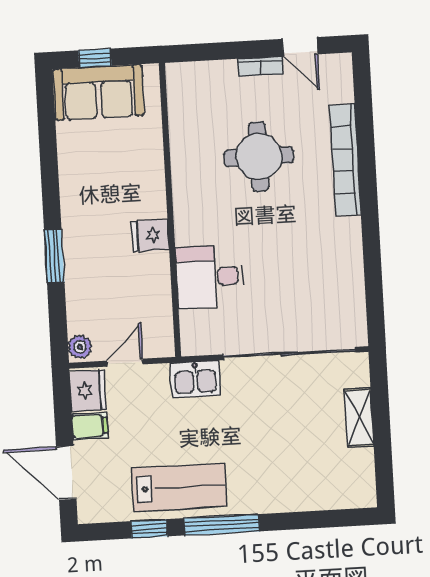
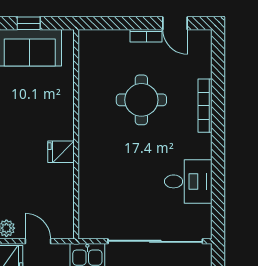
bookcase: (345, 160) -> (205, 106), width x0.68, depth x0.76
desk: (210, 277) -> (188, 181), moved, turned 180
door: (125, 363) -> (38, 241), hinge flipped

